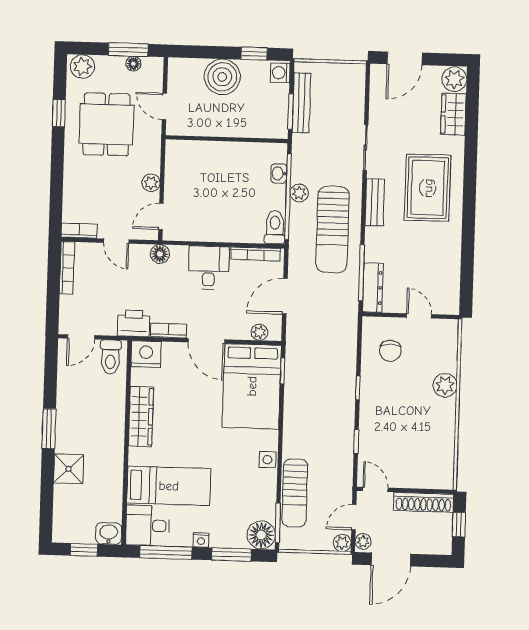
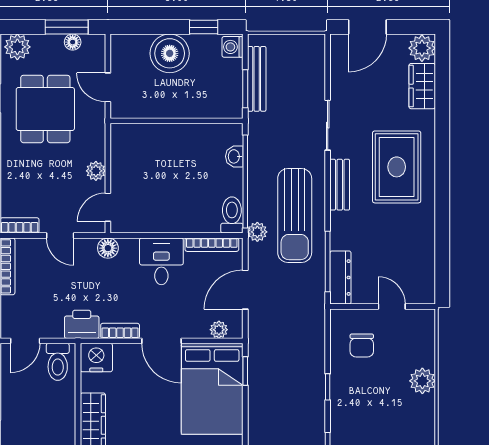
plant: (299, 193) -> (257, 232), moved

